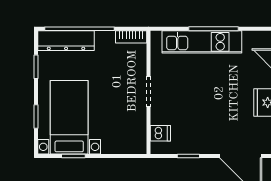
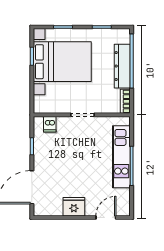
dresser: (66, 41) -> (122, 66), moved
bed with nightstands: (69, 117) -> (62, 62), width x1.36

